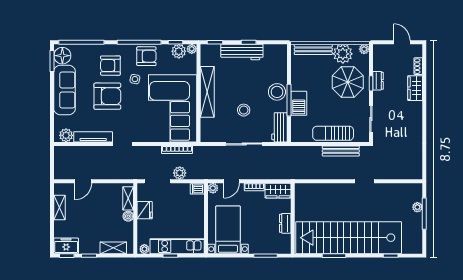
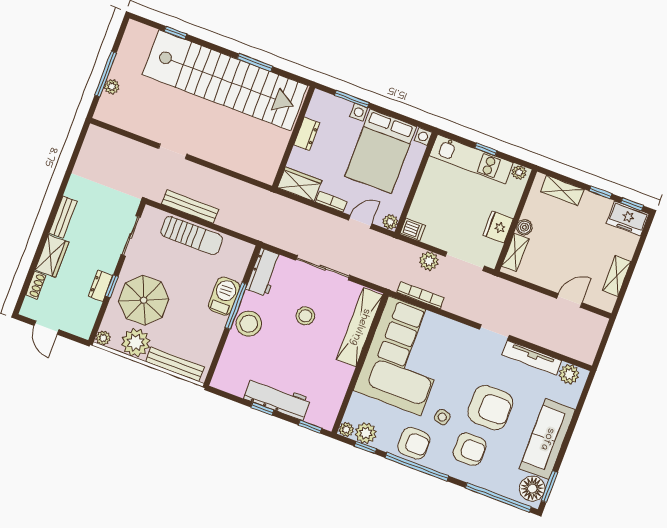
armchair: (146, 56) -> (414, 443), turned 180
shelving: (207, 92) -> (360, 327), moved
armchair: (107, 96) -> (490, 408), turned 180
bench: (417, 115) -> (63, 217), added
bed with nightstands: (228, 230) -> (381, 151), width x1.36

